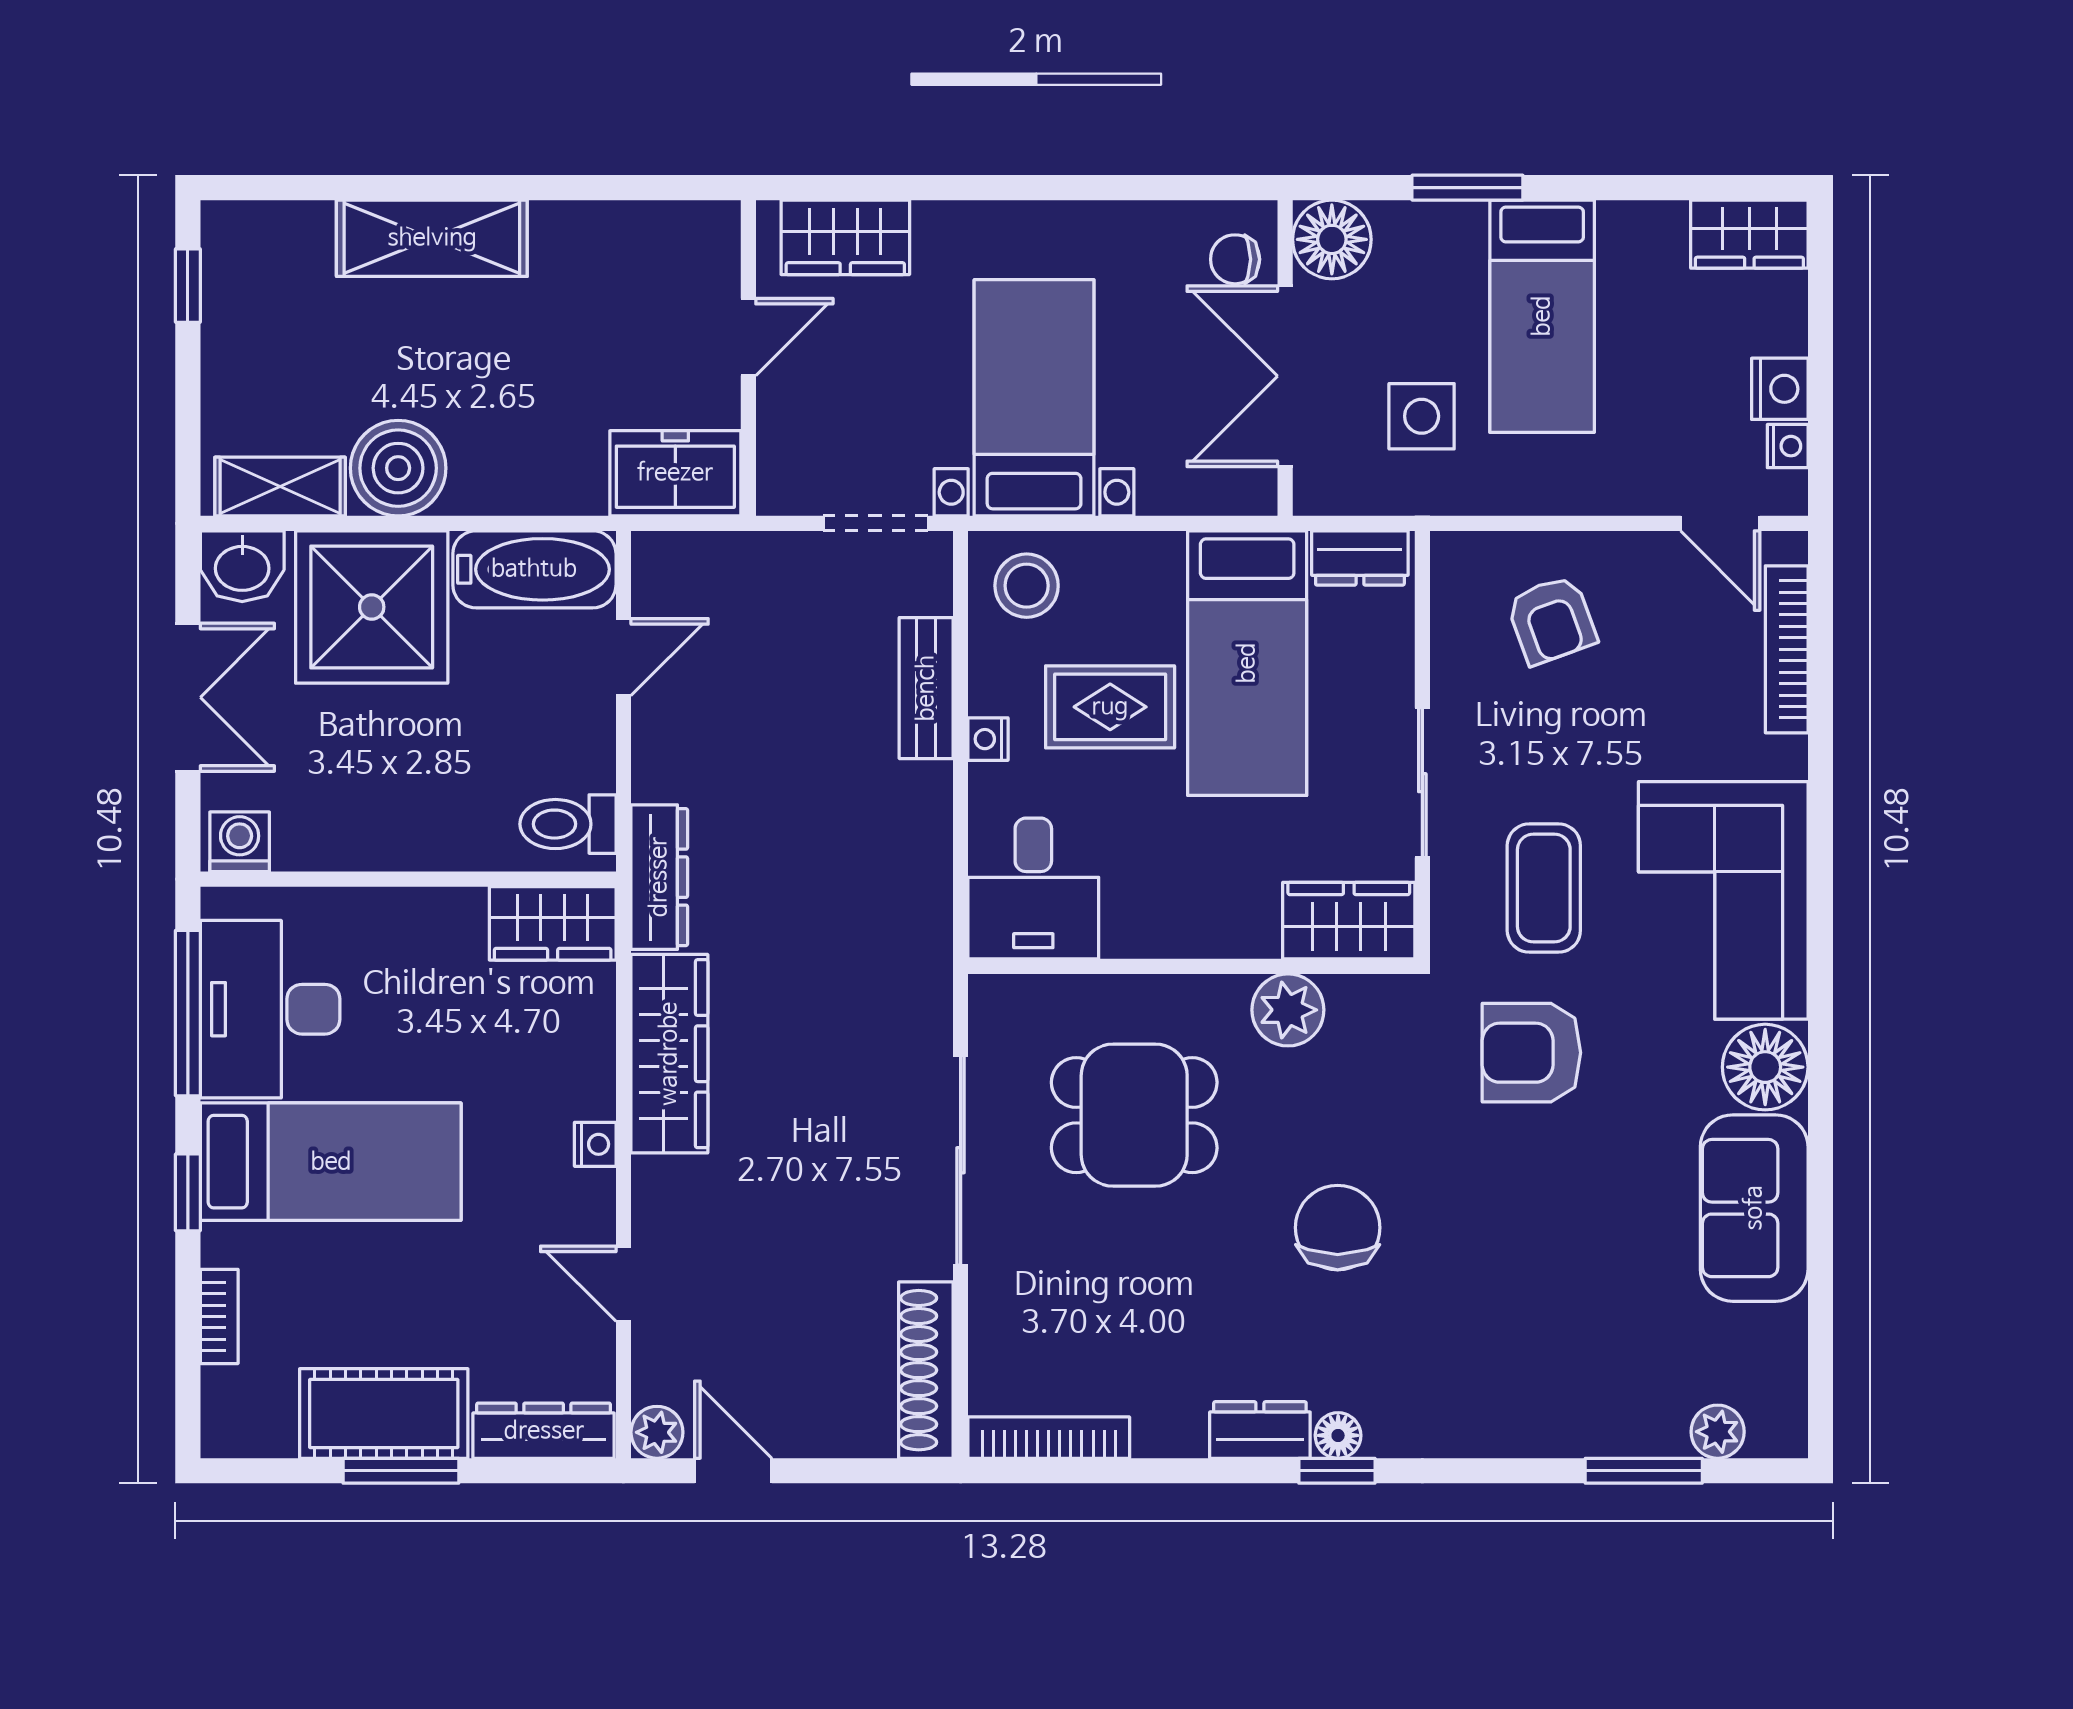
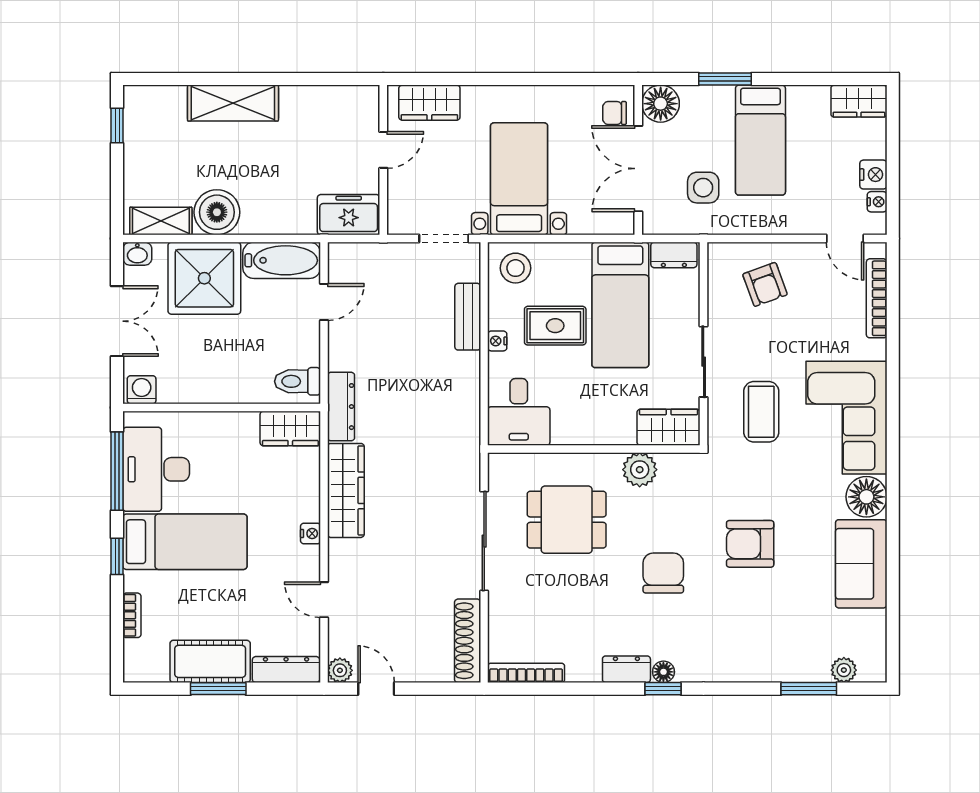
washbasin: (242, 566) -> (137, 254), width x0.72, depth x0.69
armchair: (1531, 1053) -> (750, 544), moved

